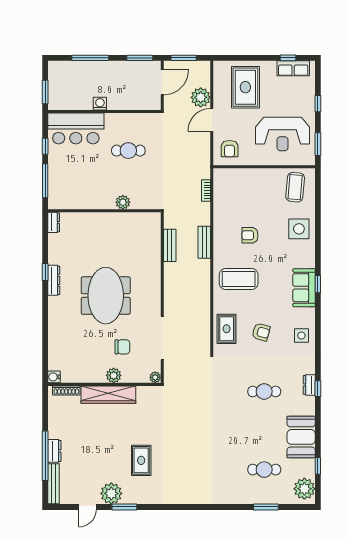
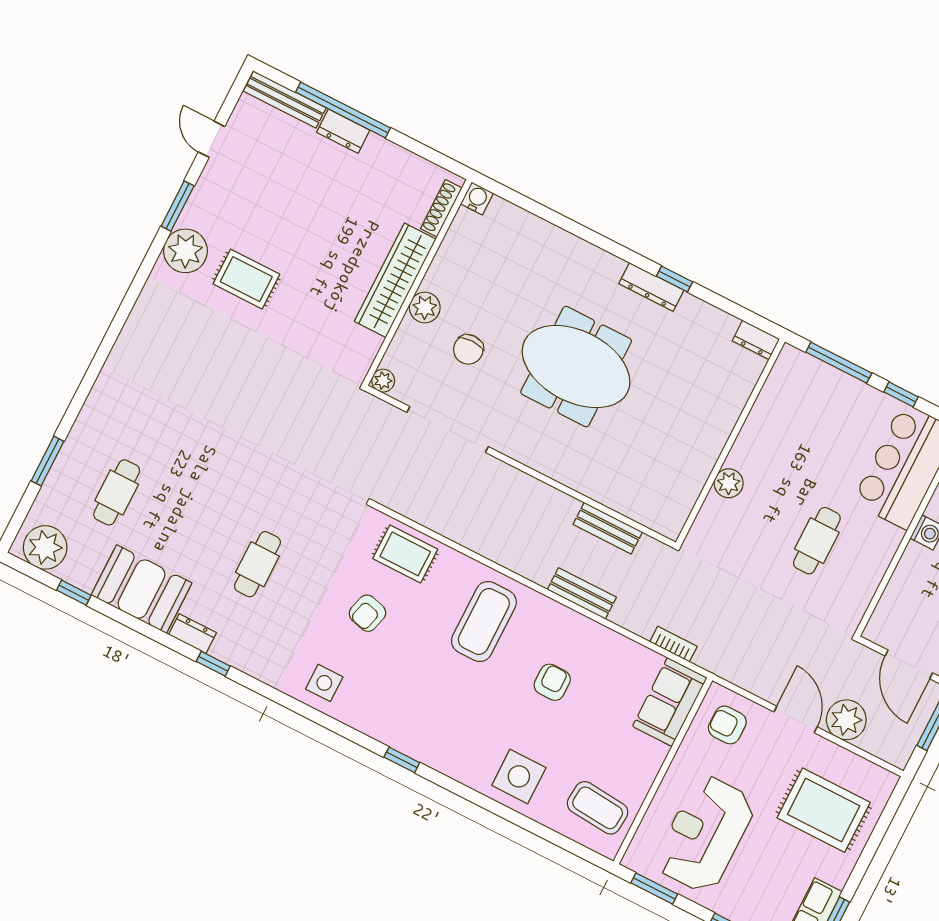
sofa: (304, 288) -> (670, 702), moved, turned -90
dresser: (309, 385) -> (192, 634), moved
plant: (111, 493) -> (185, 251), moved

